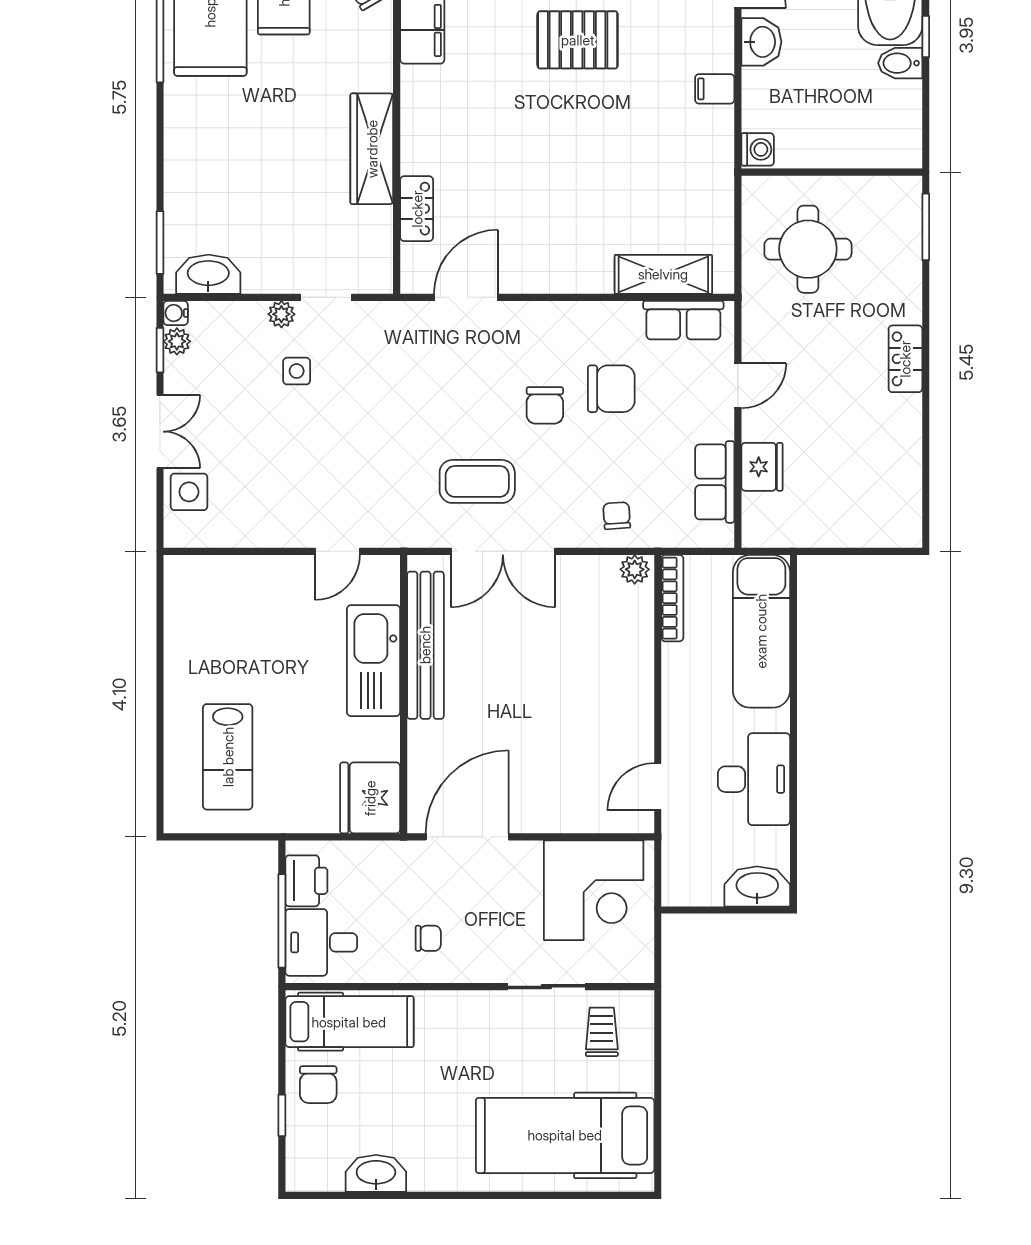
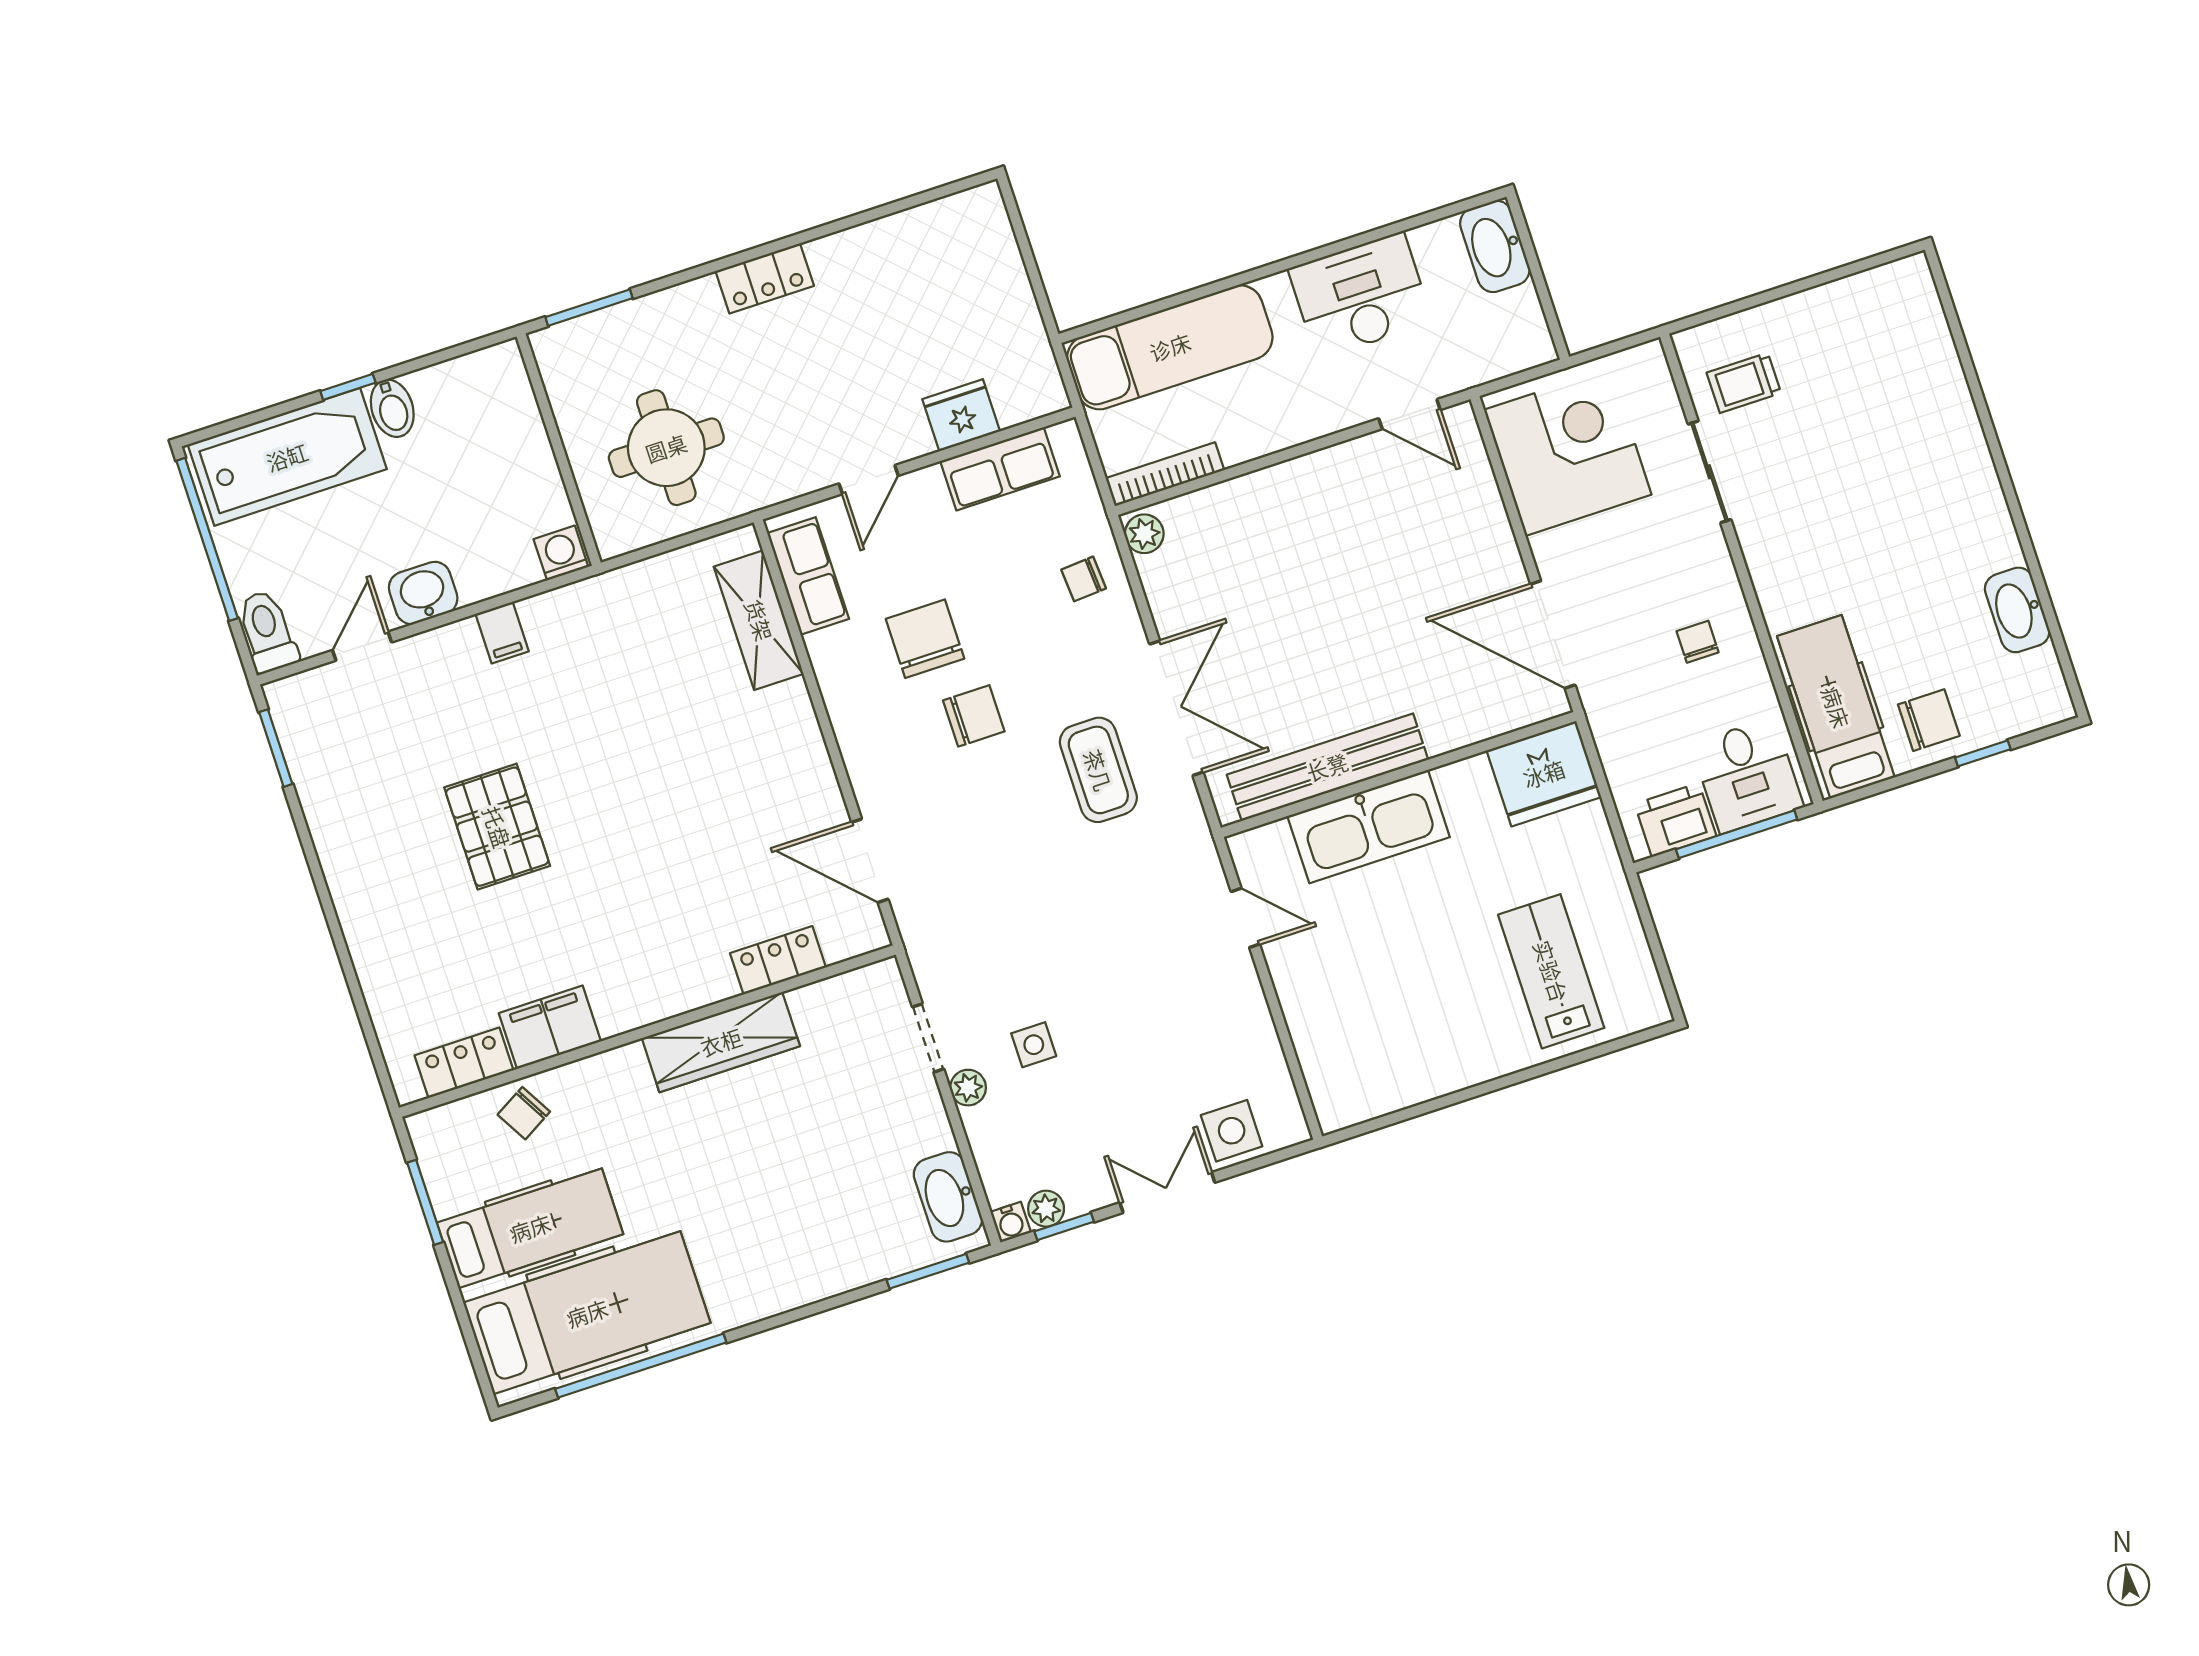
door: (738, 386) -> (869, 480), swing flipped
lab bench: (228, 757) -> (1551, 971), turned -90
hospital bed: (565, 1135) -> (1890, 386), removed

